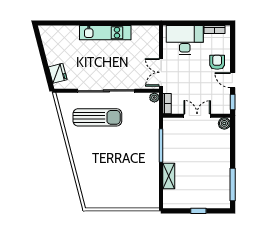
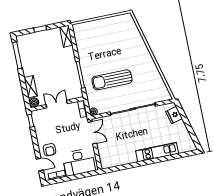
kitchen unit: (105, 33) -> (157, 152), moved
door: (233, 80) -> (40, 165), moved
double door: (197, 116) -> (57, 104), swing flipped
sun lounger: (97, 117) -> (112, 80), moved
shelving: (224, 143) -> (31, 87), added
shelving: (169, 176) -> (66, 36), moved

